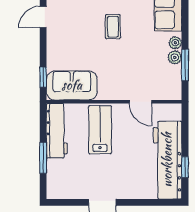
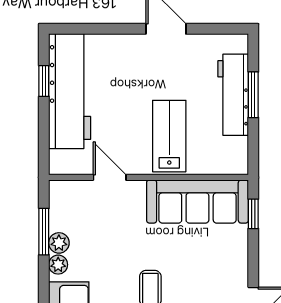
sofa: (72, 85) -> (197, 201), width x1.36
lab bench: (100, 130) -> (169, 136), turned 180
workbench: (57, 131) -> (233, 95), moved

